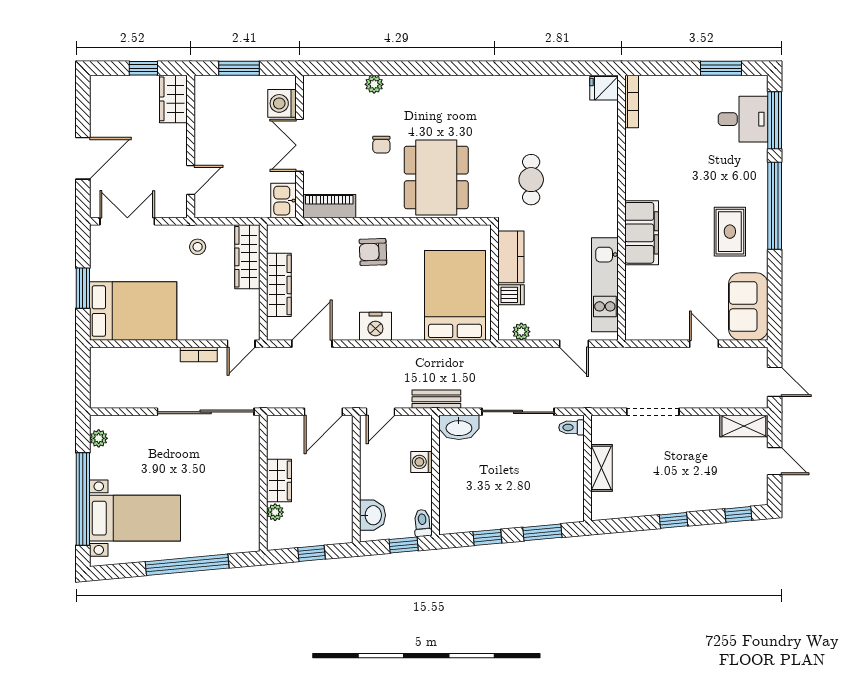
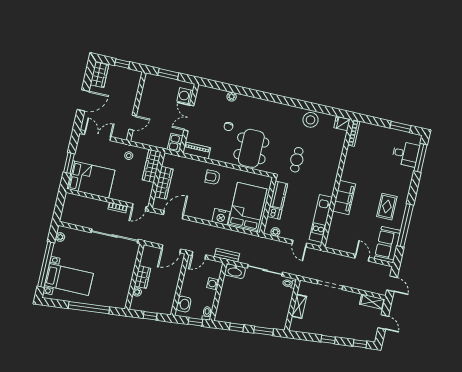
stool: (540, 95) -> (311, 120), added
wardrobe: (173, 99) -> (99, 75), moved, turned 180
window: (775, 206) -> (405, 225), moved
nightstand: (375, 326) -> (221, 217), moved

